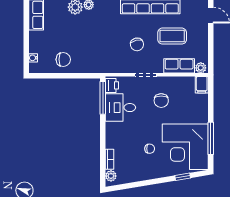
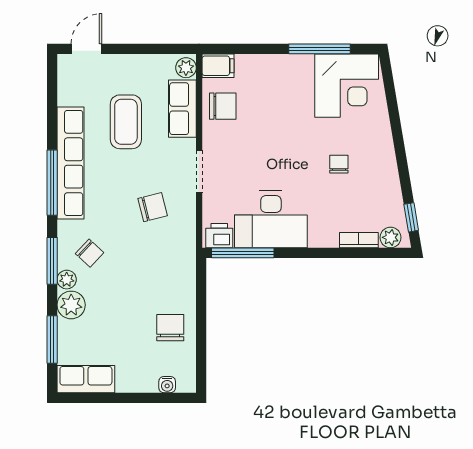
chair: (103, 17) -> (90, 253), added
chair: (137, 44) -> (153, 207), moved
chair: (161, 101) -> (223, 106), moved
desk: (120, 108) -> (271, 219), width x1.37
corner desk: (185, 147) -> (347, 86), width x0.74, depth x0.74
window: (183, 177) -> (411, 217), moved

